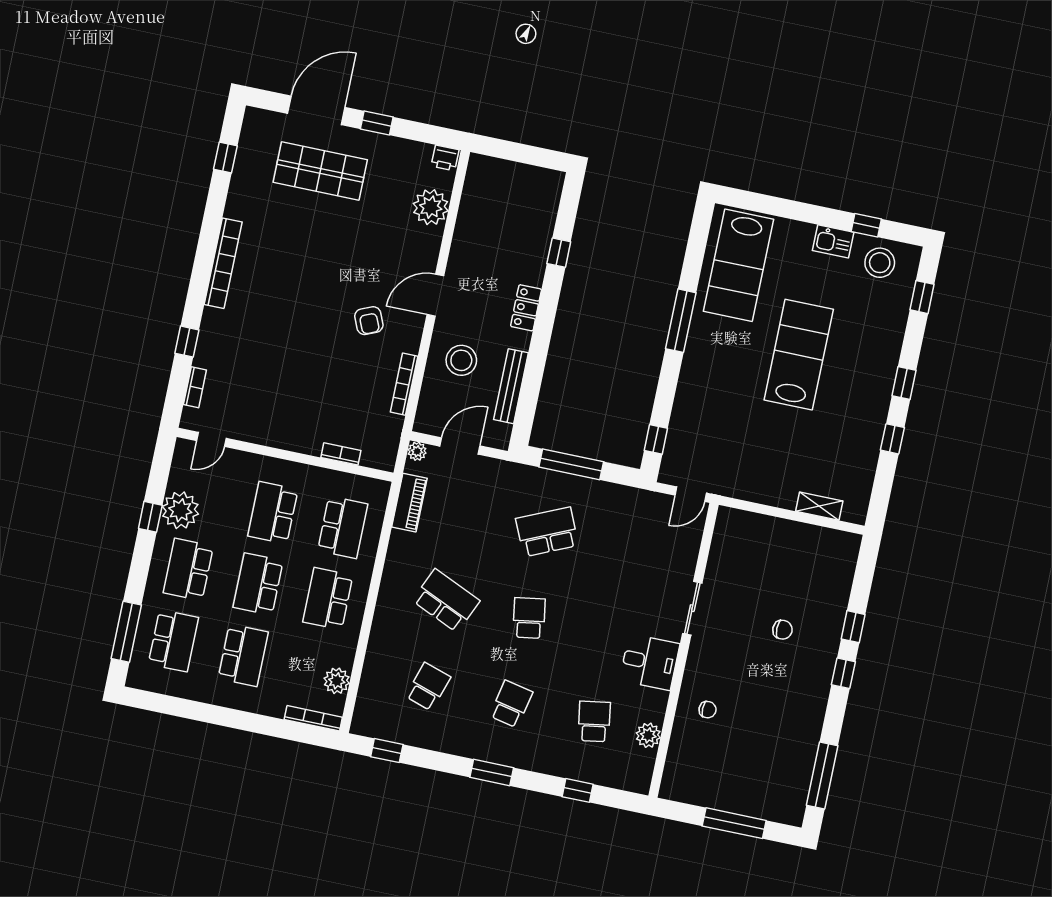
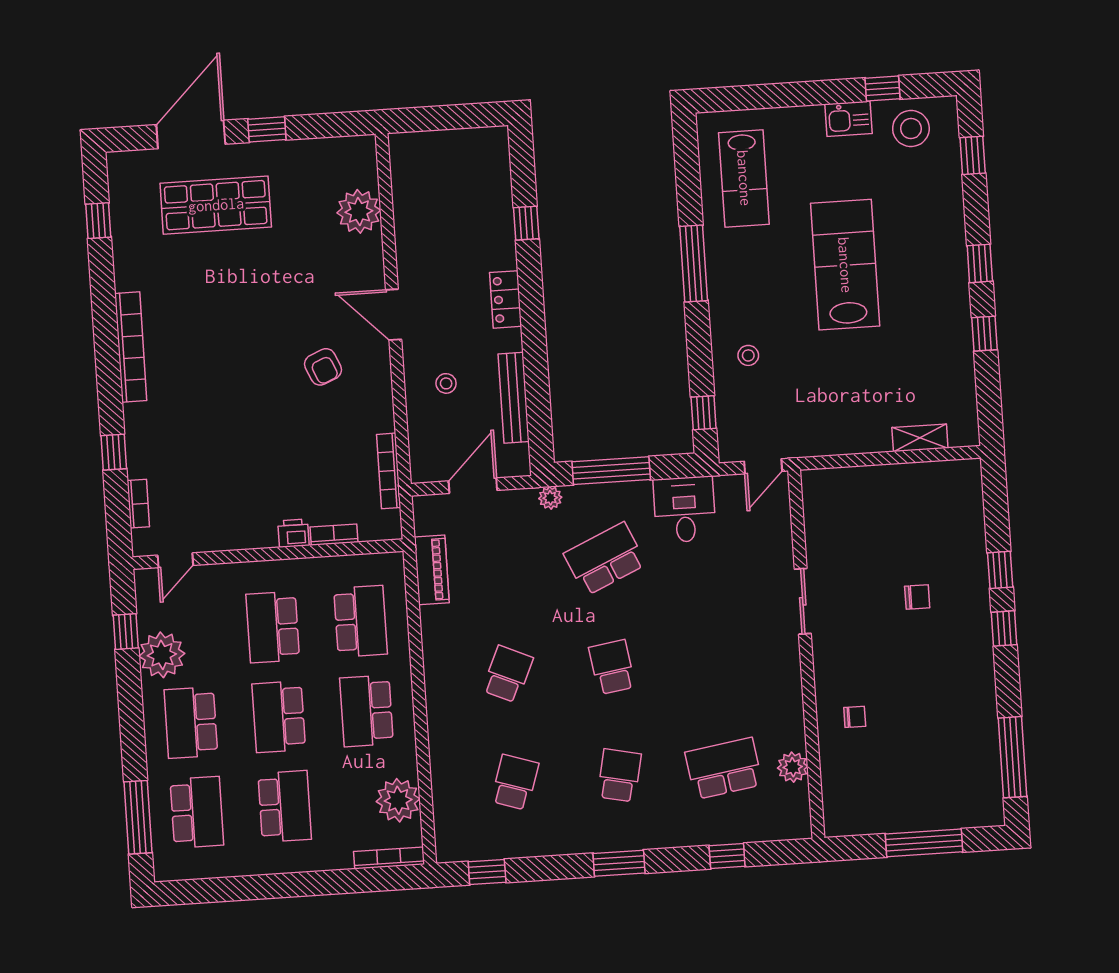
printer: (445, 158) -> (293, 533), moved, turned 180
lab bench: (738, 265) -> (744, 178), width x0.73, depth x0.72
door: (435, 295) -> (394, 315), hinge flipped
stool: (461, 360) -> (446, 383), width x0.53, depth x0.53
bookcase: (404, 384) -> (389, 471), moved
stool: (703, 404) -> (748, 355), added
plant: (417, 451) -> (550, 498), moved
window: (150, 517) -> (126, 632), moved
school desk: (446, 601) -> (508, 674), width x0.54
desk: (650, 662) -> (685, 510), moved, turned -90
plant: (337, 681) -> (398, 800), width x1.36, depth x1.36
school desk: (594, 721) -> (724, 768), width x1.85

